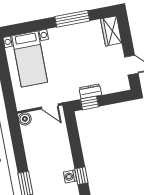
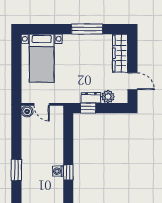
wardrobe: (111, 31) -> (120, 53), width x1.50
plant: (108, 87) -> (108, 97), added
door: (50, 106) -> (42, 104), moved

